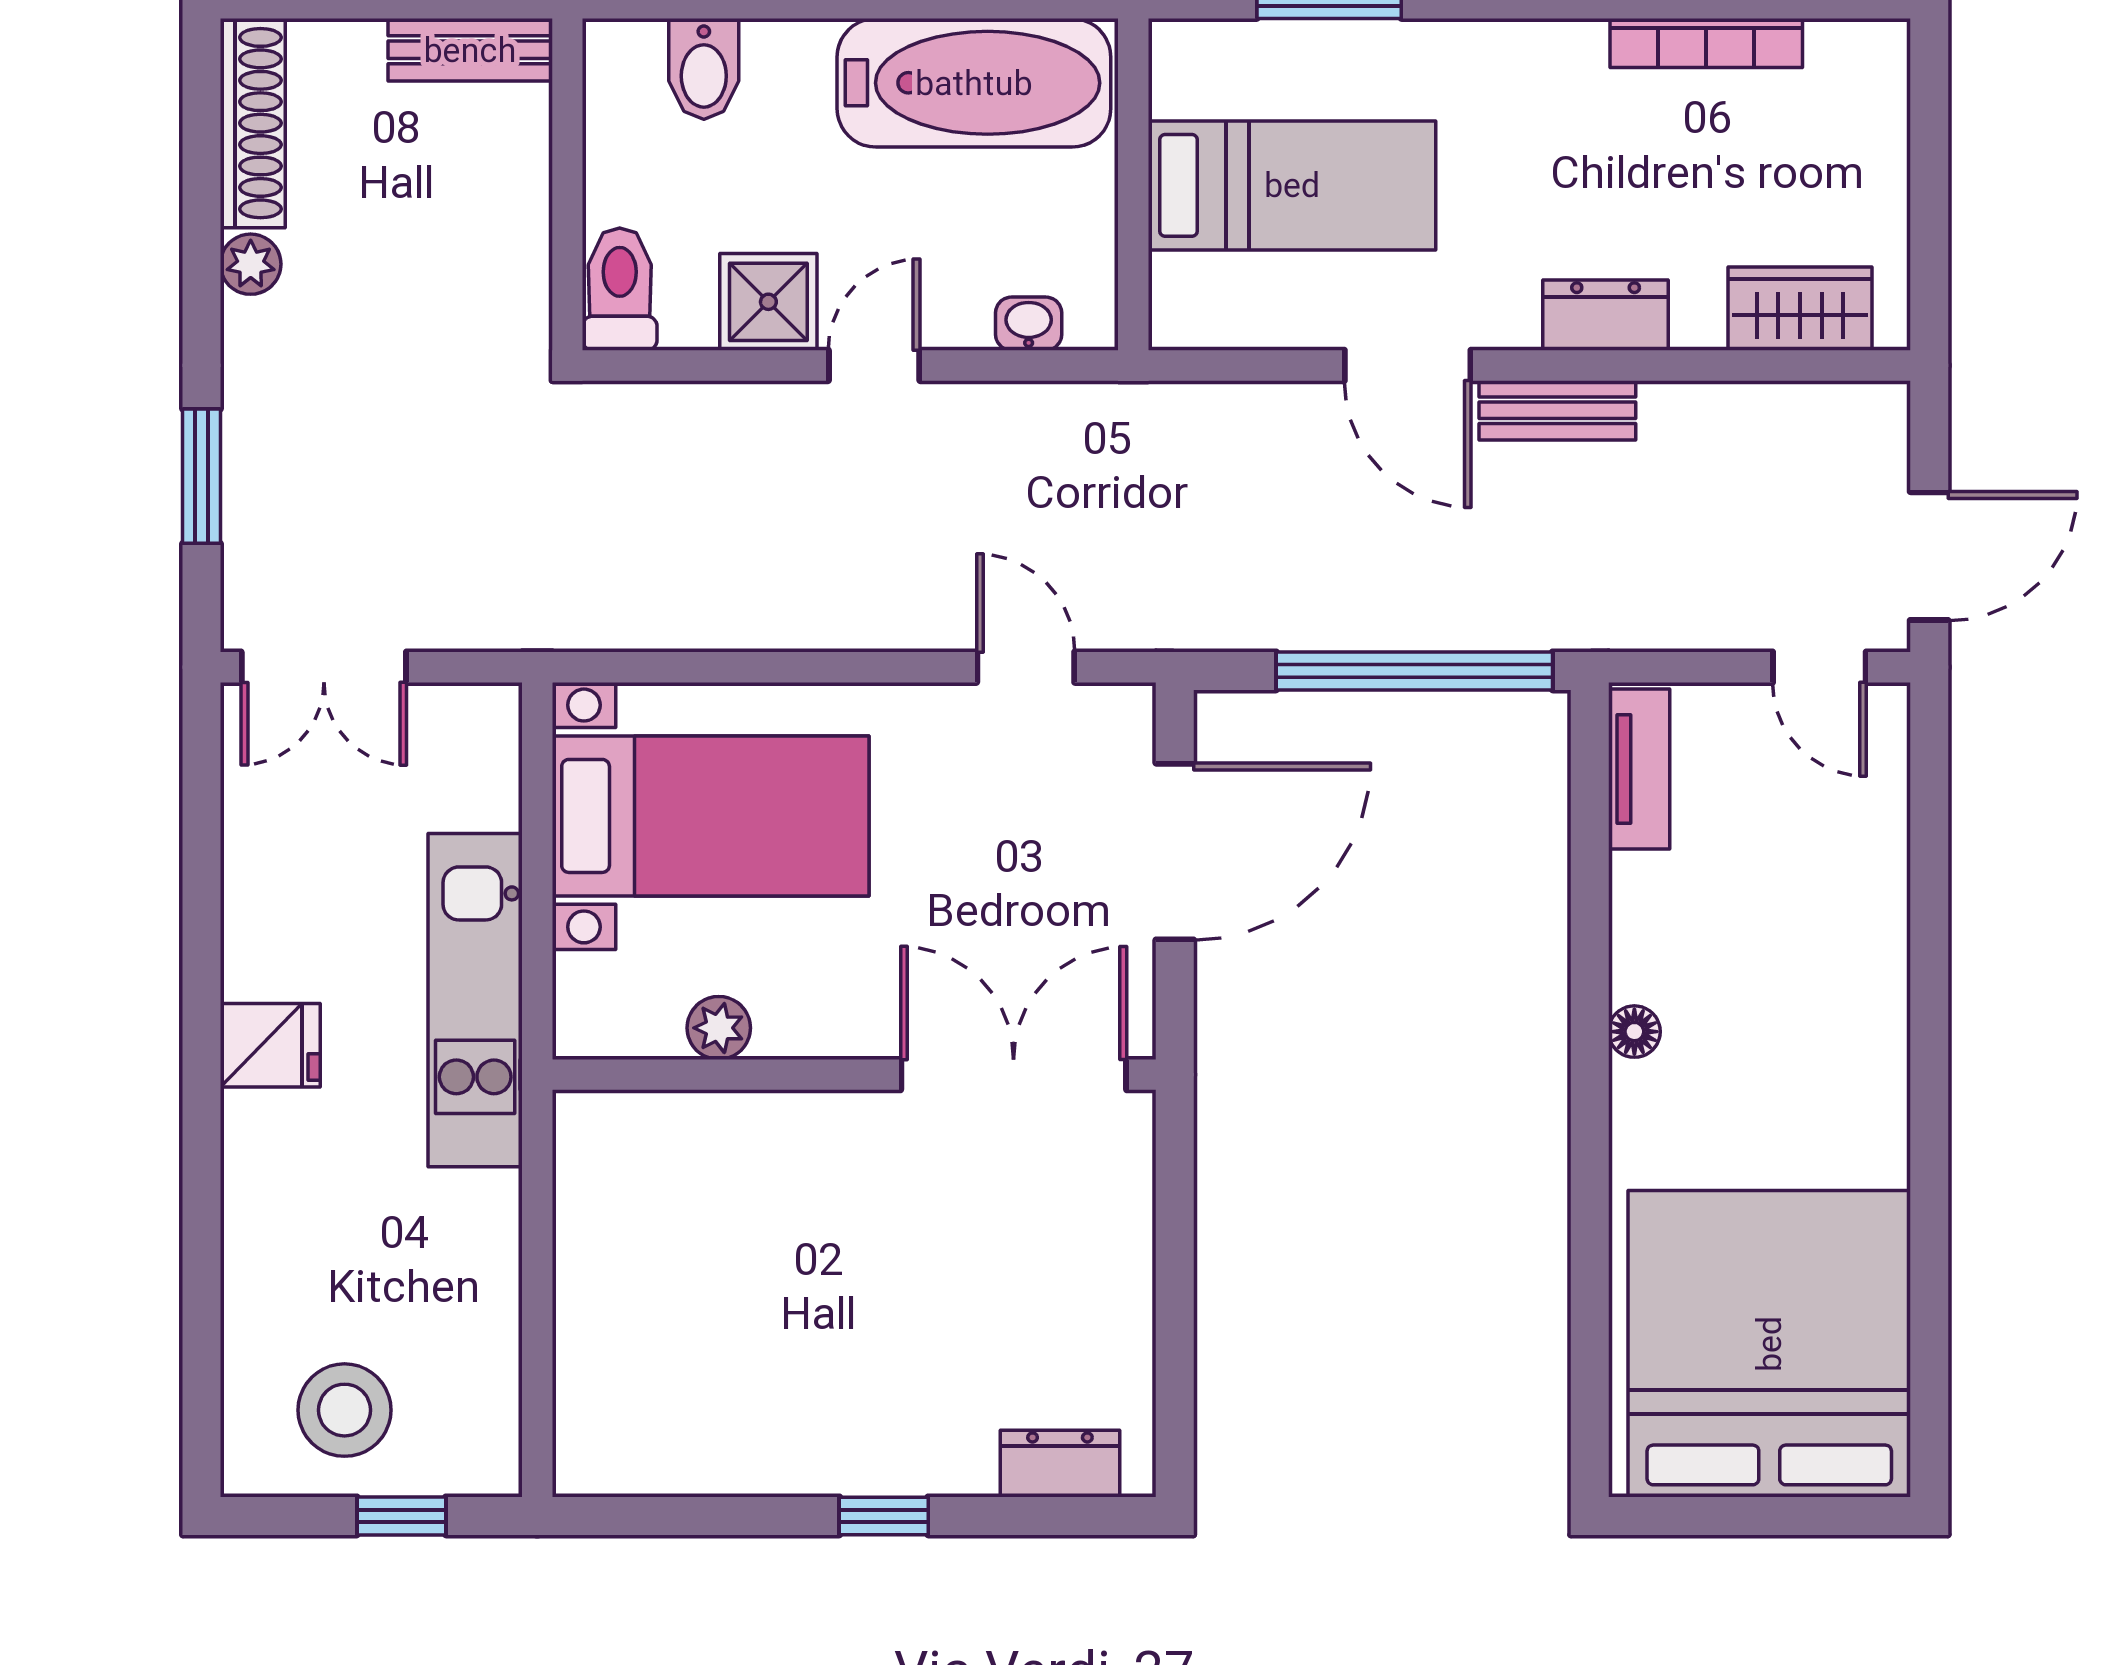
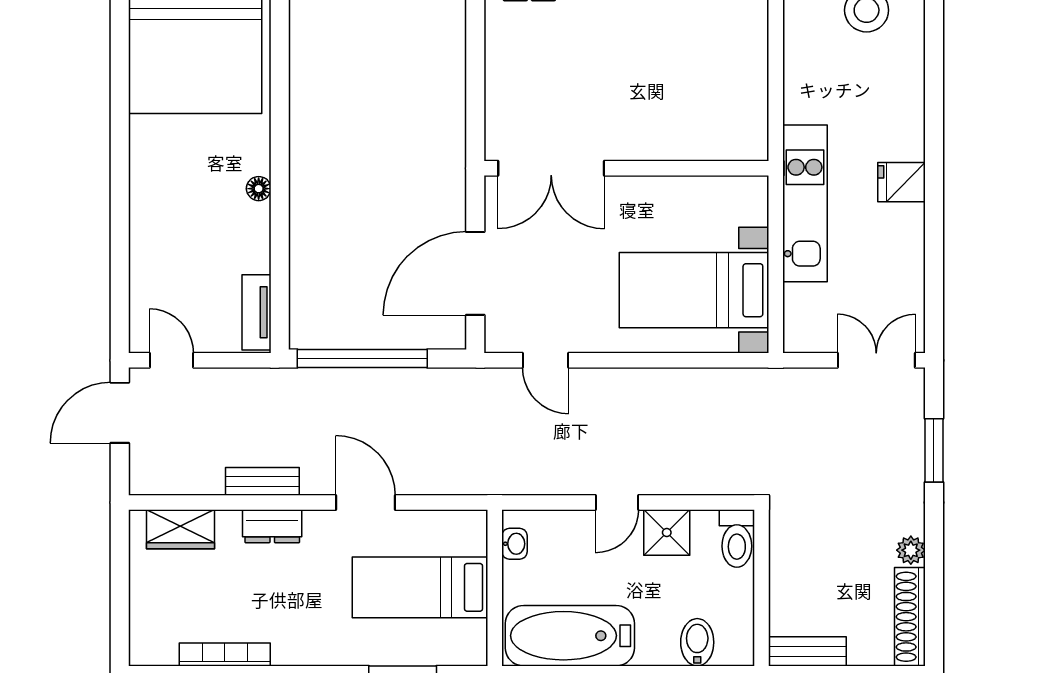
washbasin: (1029, 324) -> (514, 544), moved, turned -90
bench: (1557, 410) -> (262, 481), moved
plant: (719, 1028) -> (690, 190), removed

